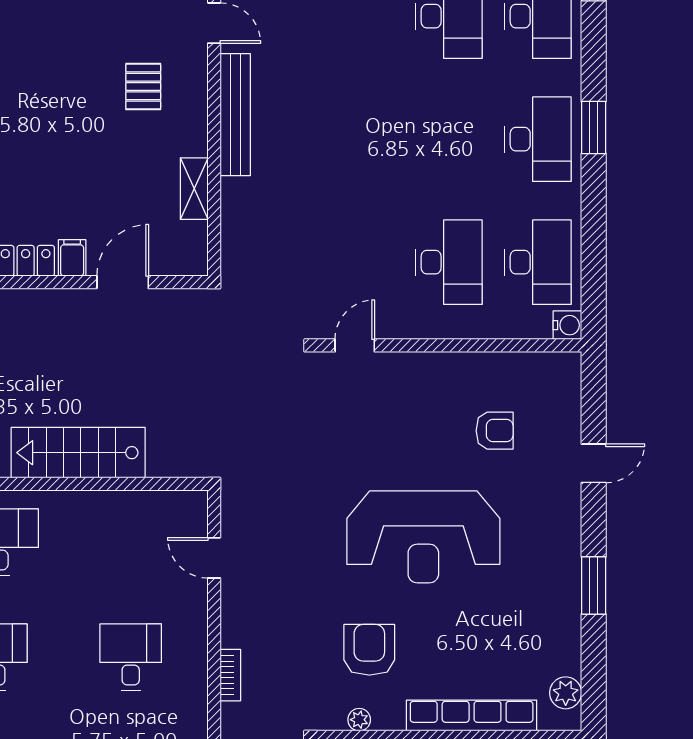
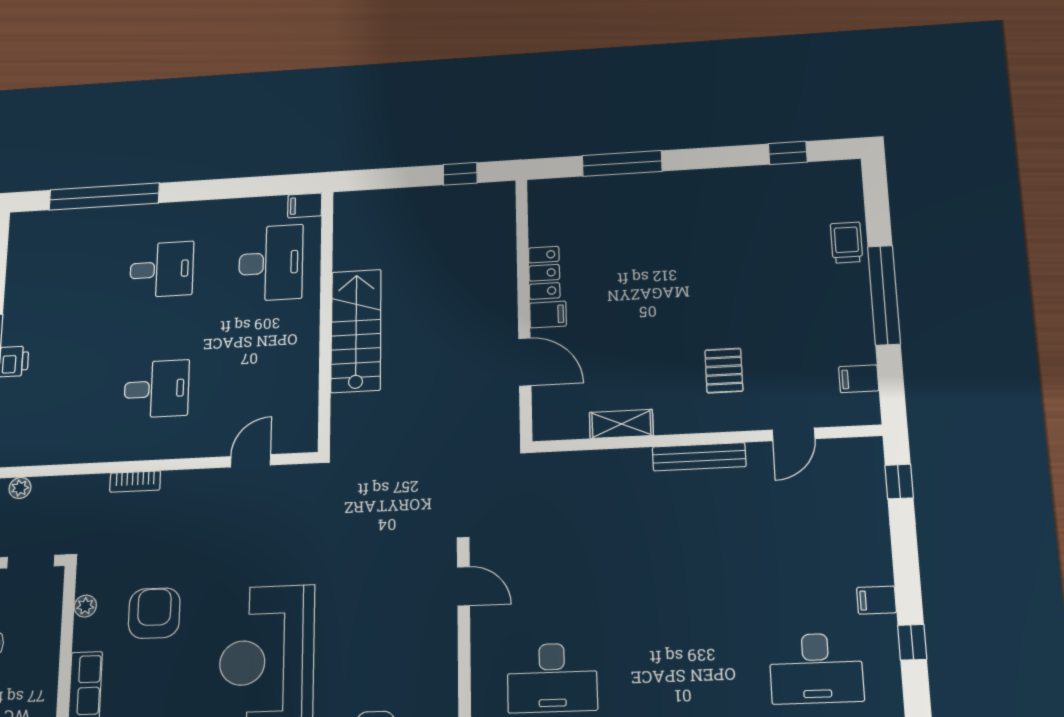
pallet: (143, 87) -> (724, 371), turned 90
bench: (235, 115) -> (699, 457), width x0.73, depth x0.82
armchair: (369, 650) -> (154, 613), turned -90

